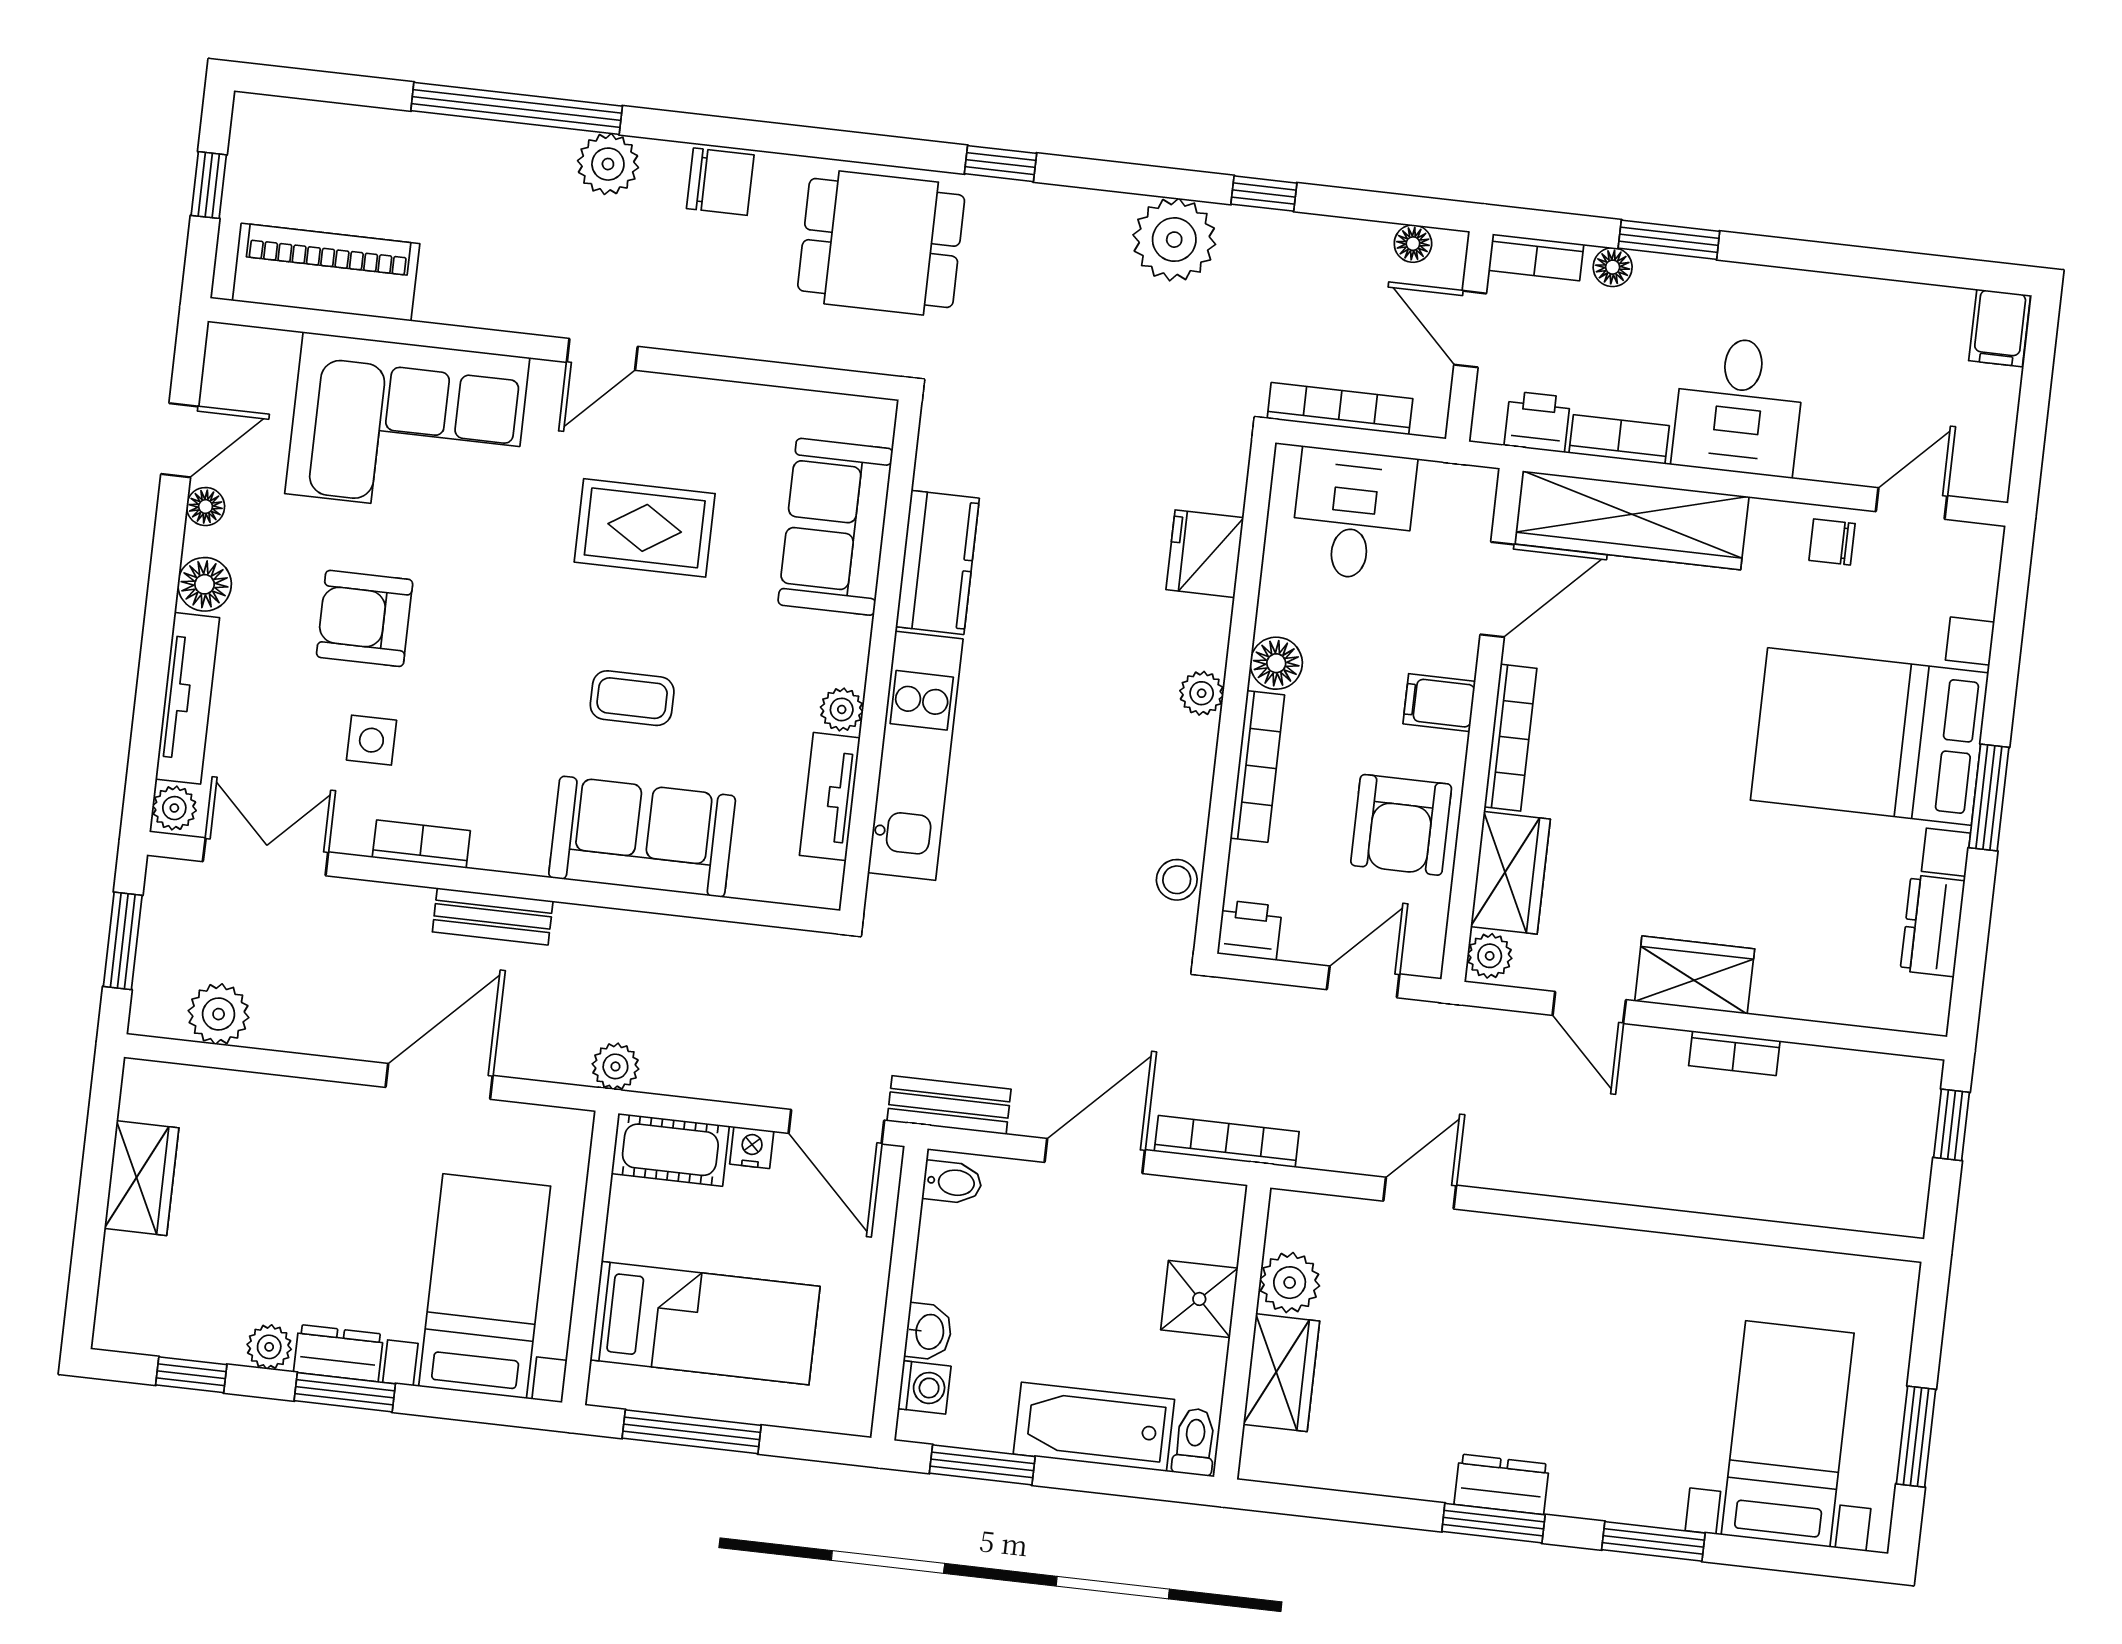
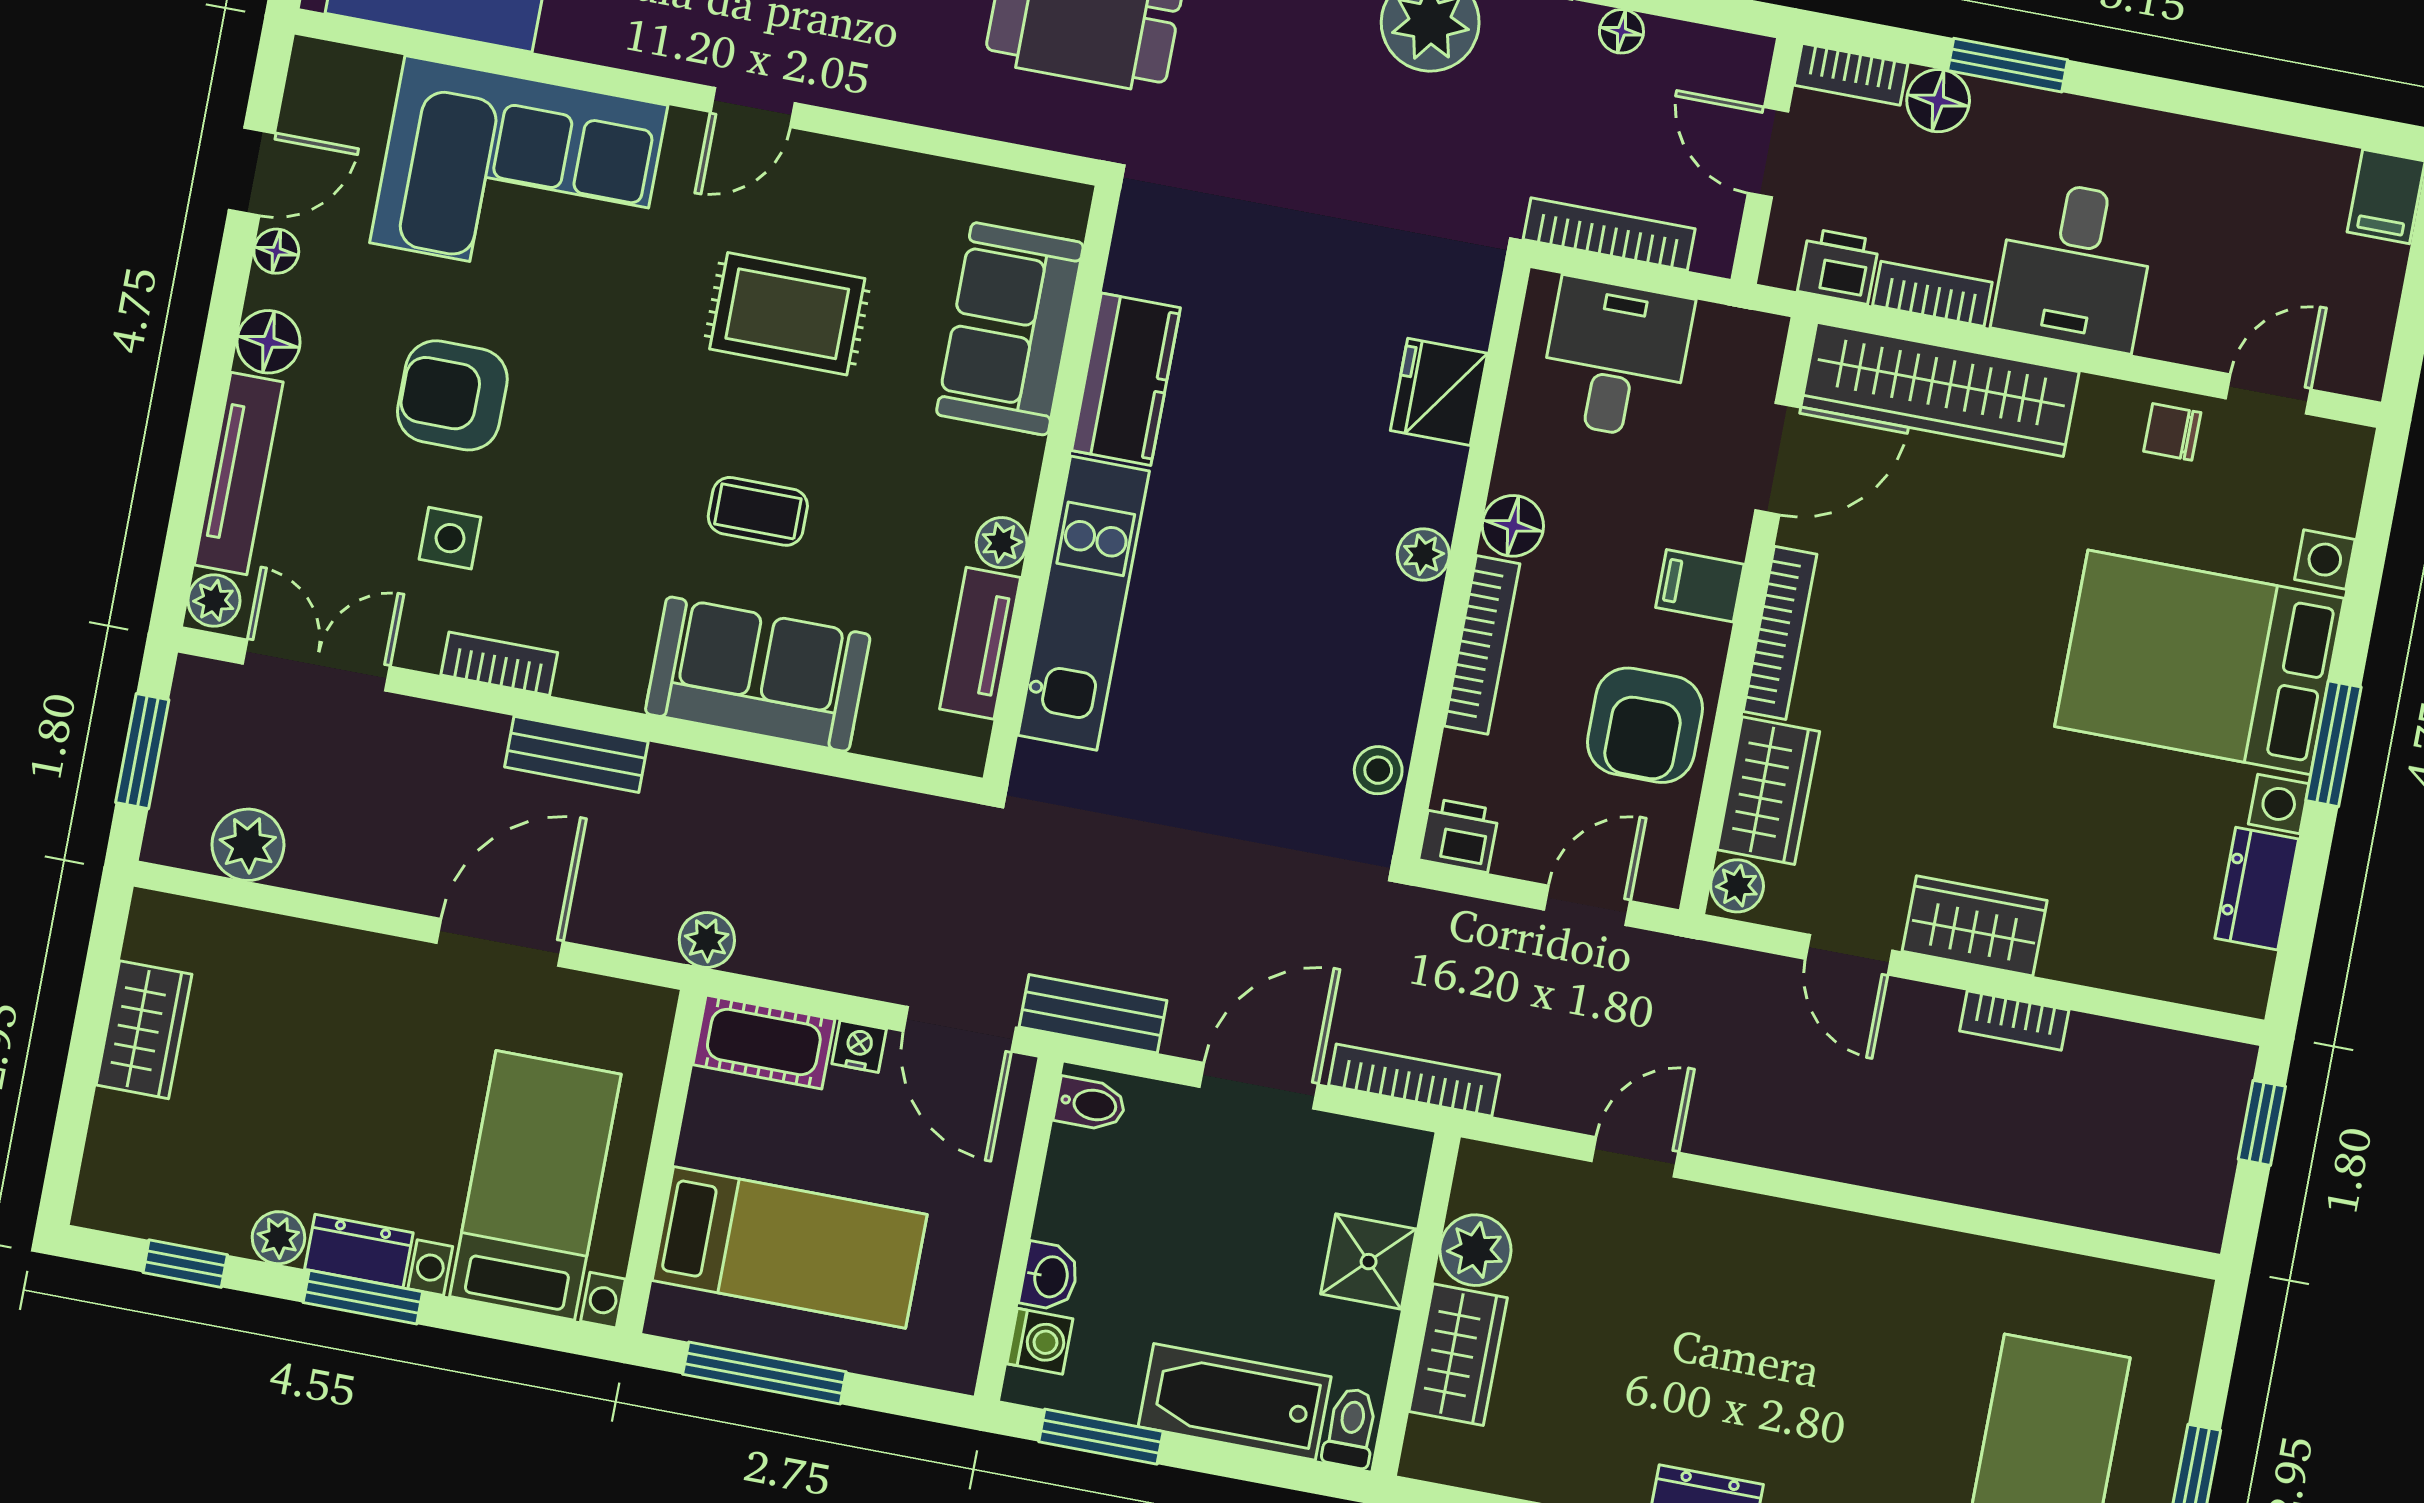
floor lamp: (1413, 244) -> (1621, 31), moved
floor lamp: (1613, 267) -> (1938, 101), width x1.37, depth x1.37

